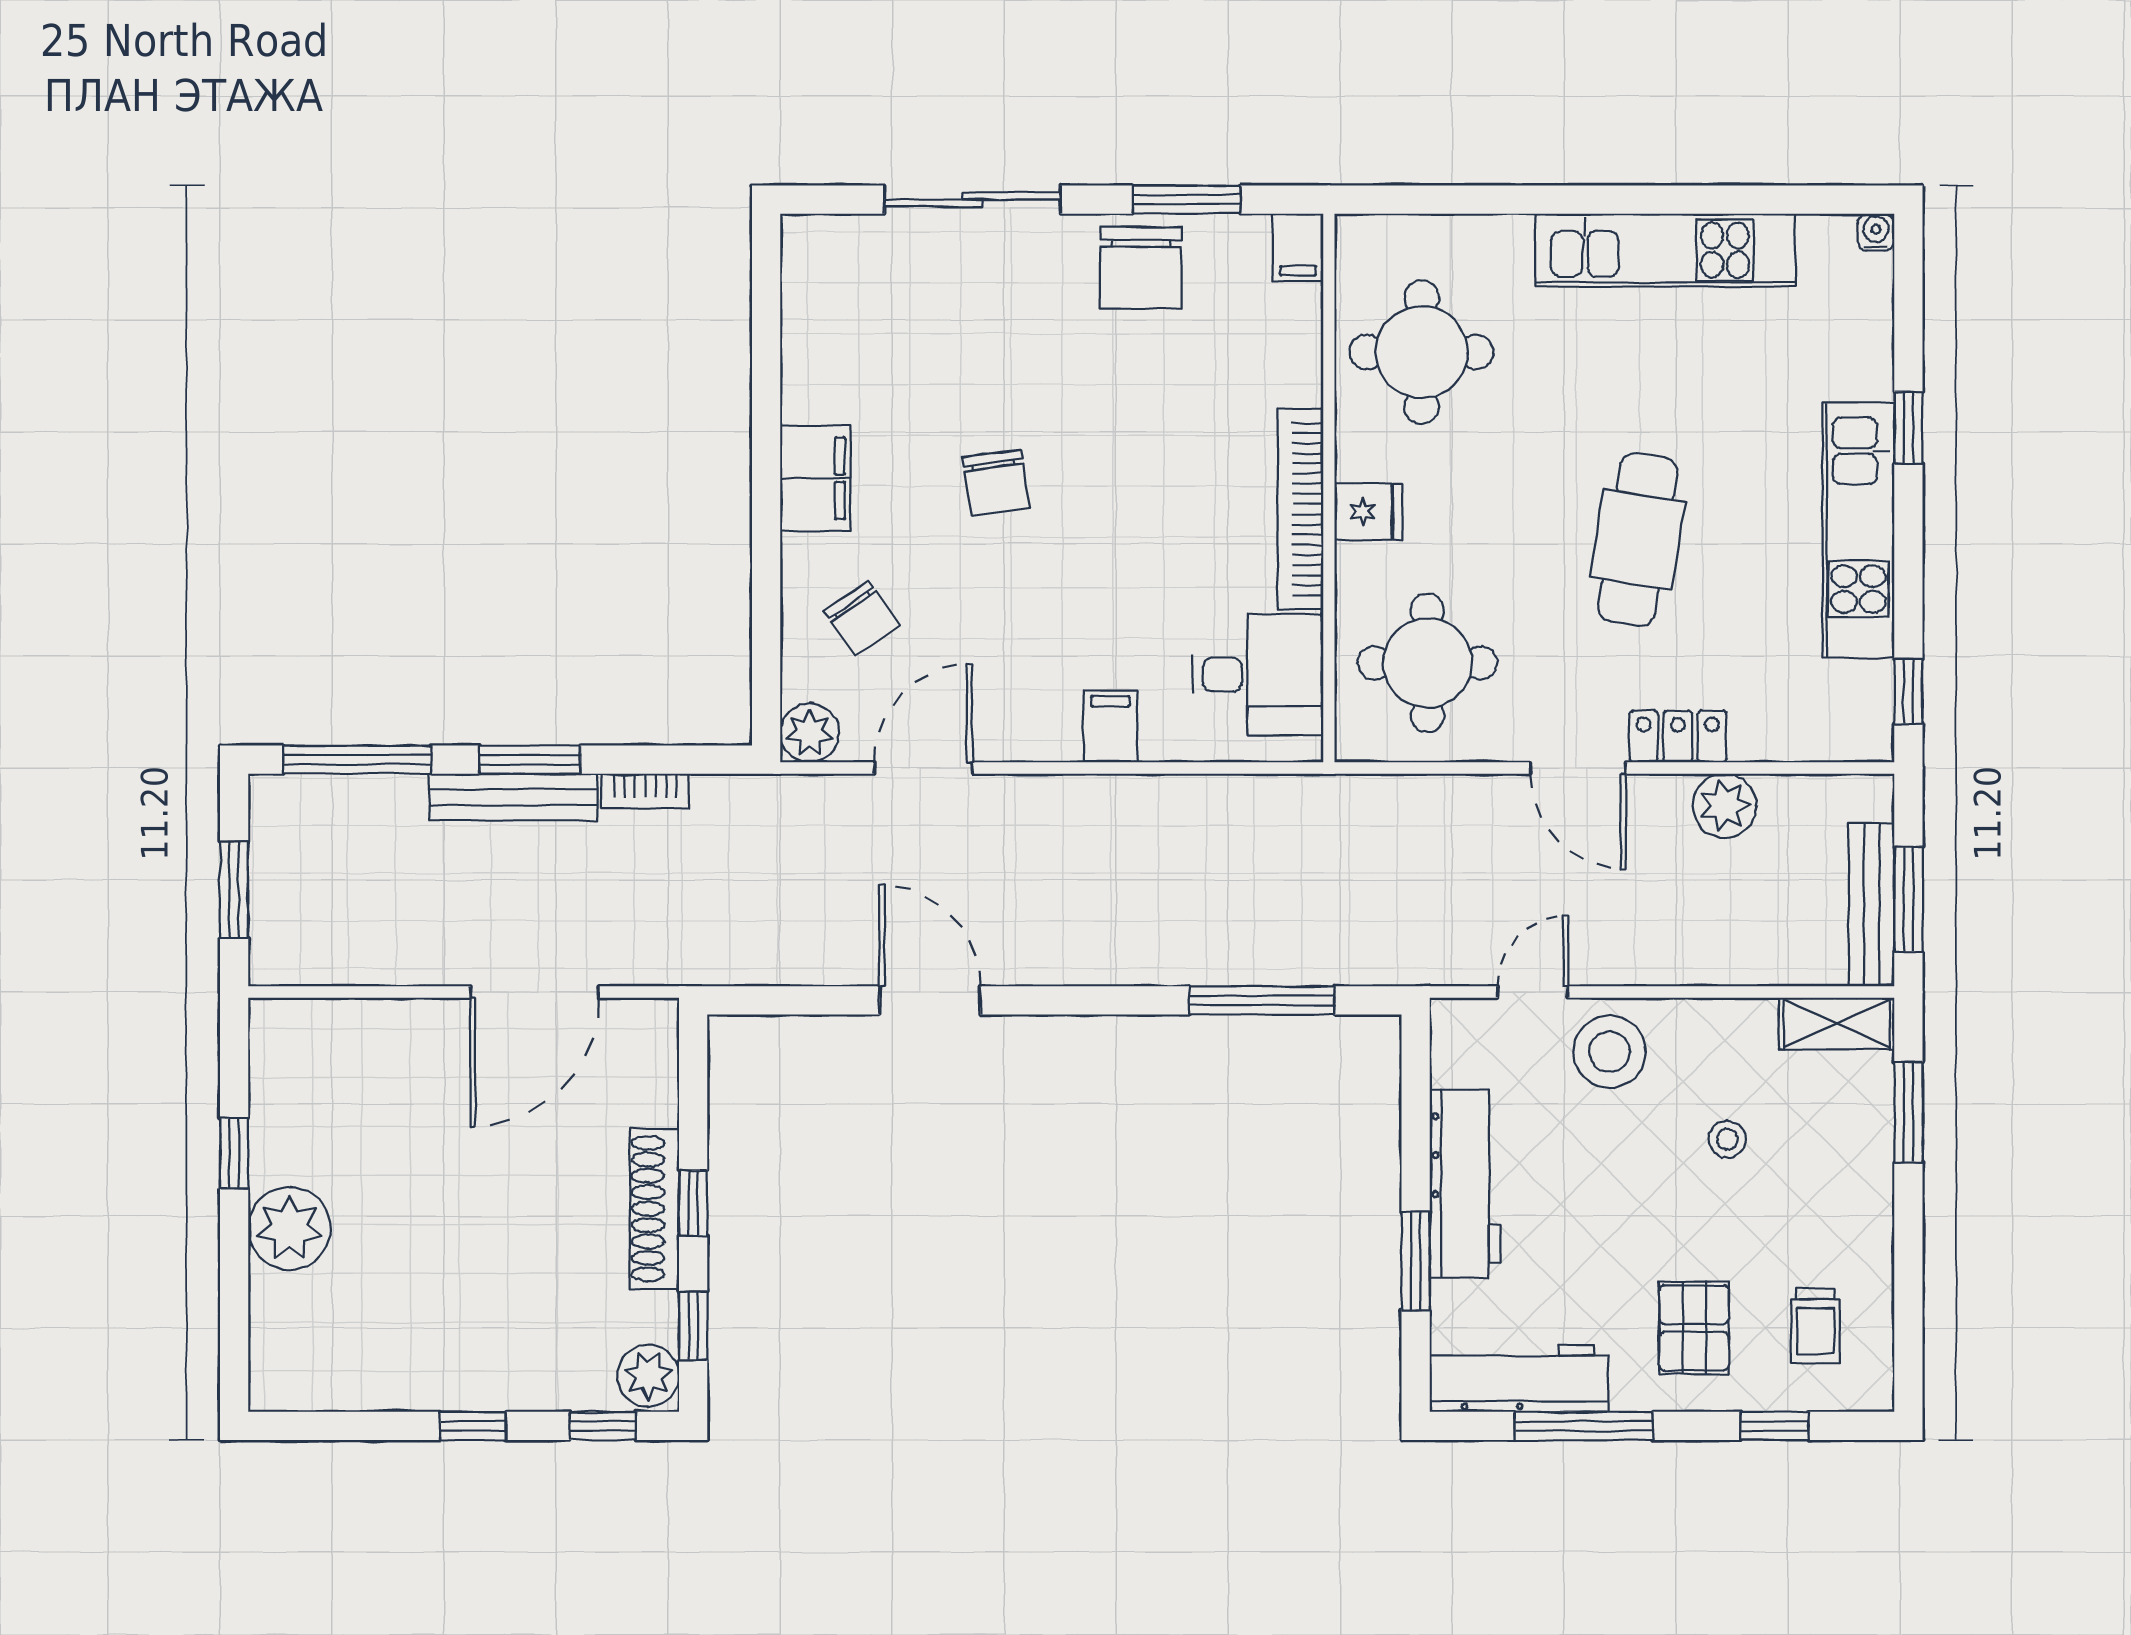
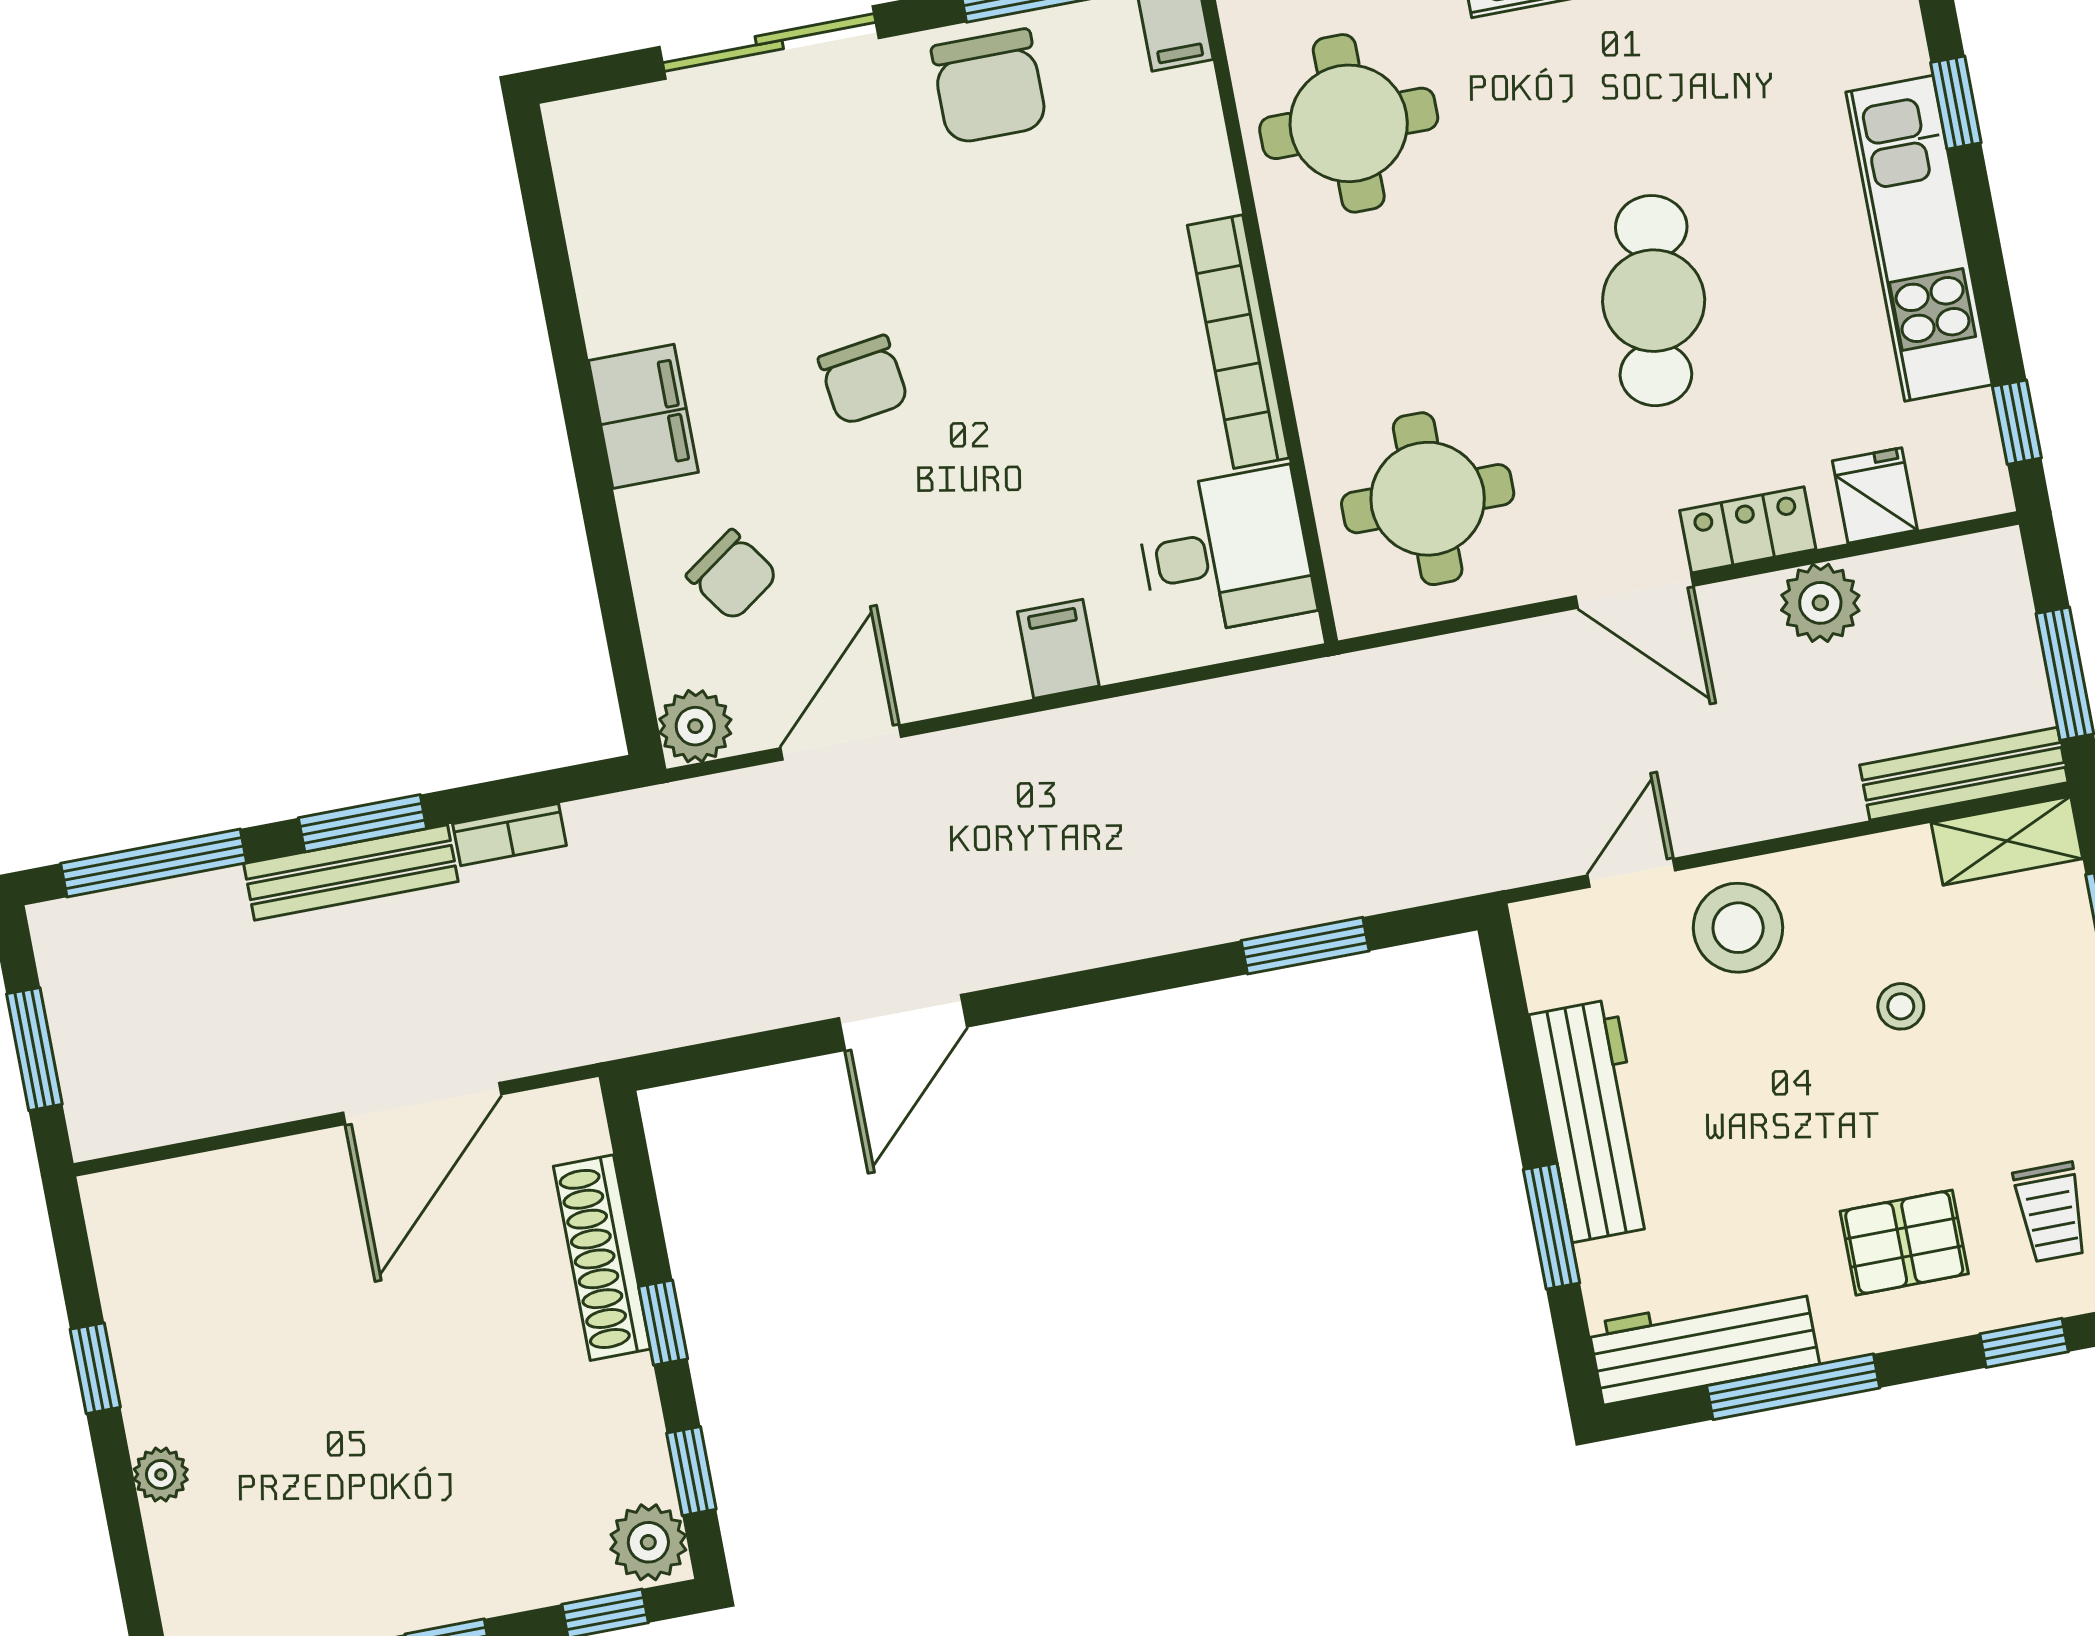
fridge: (1369, 512) -> (1875, 495), moved, turned -90
bench: (1872, 905) -> (1964, 774), moved, turned 90
door: (930, 1000) -> (903, 1022), swing flipped
window: (1262, 1000) -> (1305, 946), width x0.69
shoe rack: (654, 1209) -> (602, 1258), moved
plant: (289, 1228) -> (161, 1474), width x0.53, depth x0.53
pallet: (1694, 1328) -> (1904, 1243), turned 90

